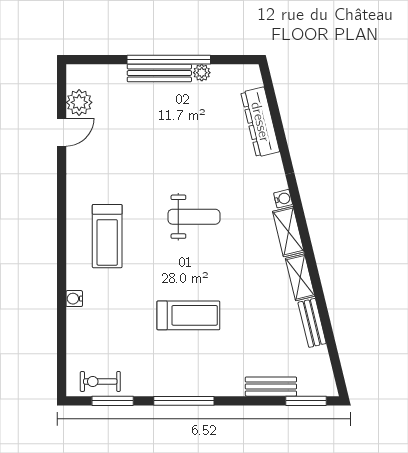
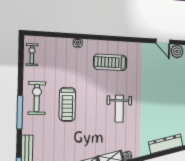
exercise bike: (178, 371) -> (37, 98), added
window: (113, 401) -> (21, 61), removed
window: (184, 401) -> (20, 112), moved

